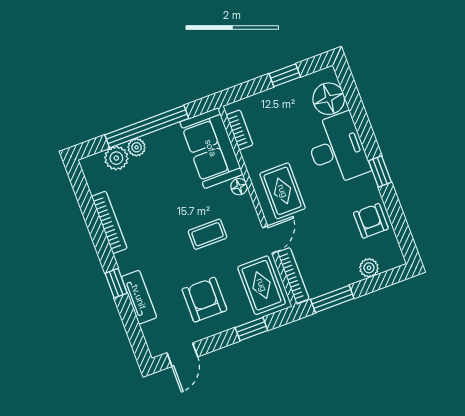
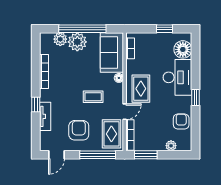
plant: (137, 147) -> (77, 42), width x1.88, depth x1.88
window: (251, 329) -> (98, 155), width x2.17

